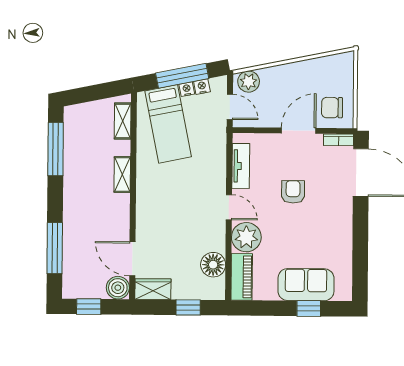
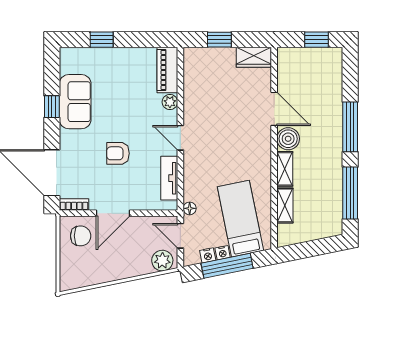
shelving: (123, 121) -> (285, 205), moved
armchair: (293, 192) -> (118, 153), turned 90
plant: (246, 237) -> (170, 102), width x0.53, depth x0.53
window: (360, 240) -> (52, 107), added
window: (55, 248) -> (350, 127), moved
door: (132, 259) -> (274, 109), moved
floor lamp: (213, 265) -> (190, 208), moved, width x0.53, depth x0.53
sofa: (306, 285) -> (75, 102), moved, turned -90
boiler: (118, 288) -> (288, 139), moved

